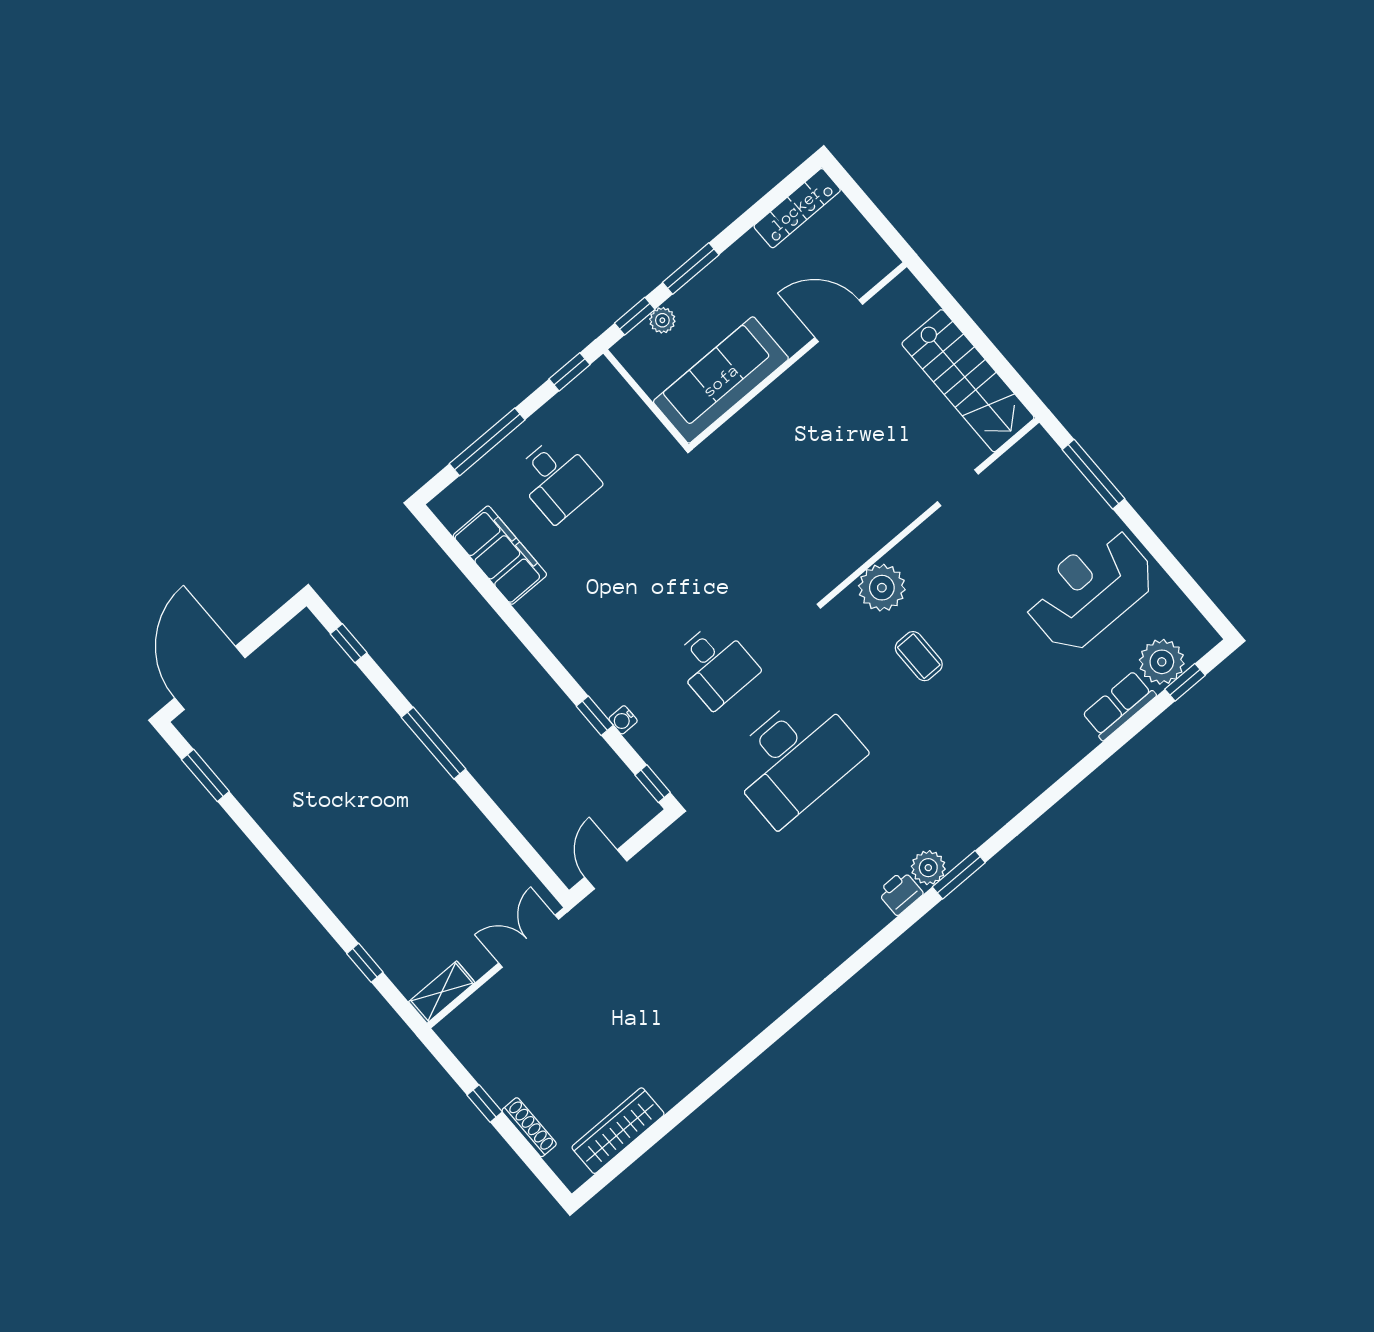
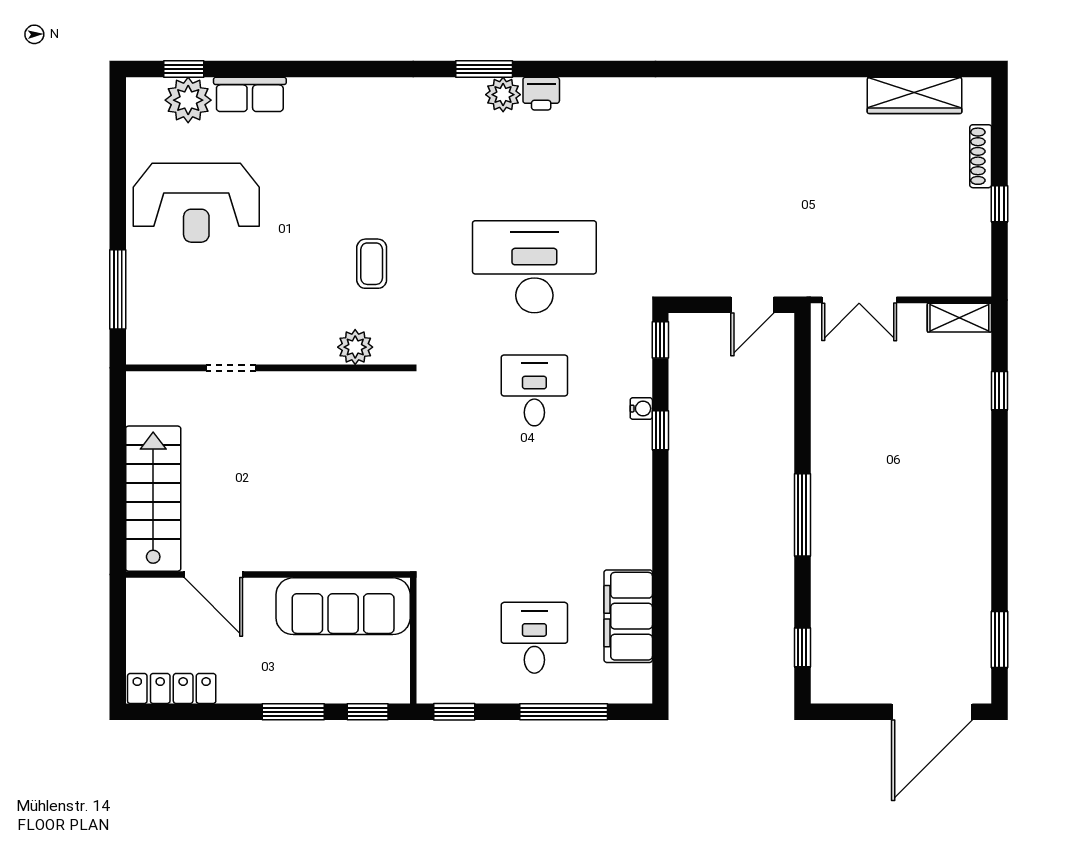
plant: (662, 320) -> (349, 691), removed
stairs: (968, 381) -> (153, 499), moved
plant: (882, 588) -> (355, 347), width x0.73, depth x0.73

